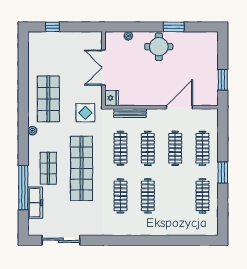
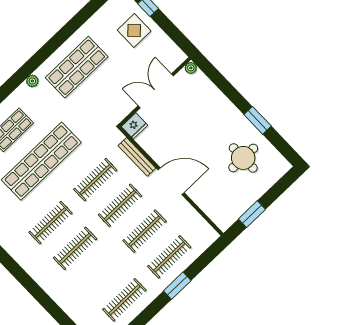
plant: (128, 36) -> (191, 68), moved
round table: (159, 47) -> (243, 158), moved
door: (179, 107) -> (171, 181), moved
display table: (85, 113) -> (134, 30), moved
window: (223, 173) -> (177, 286), moved

